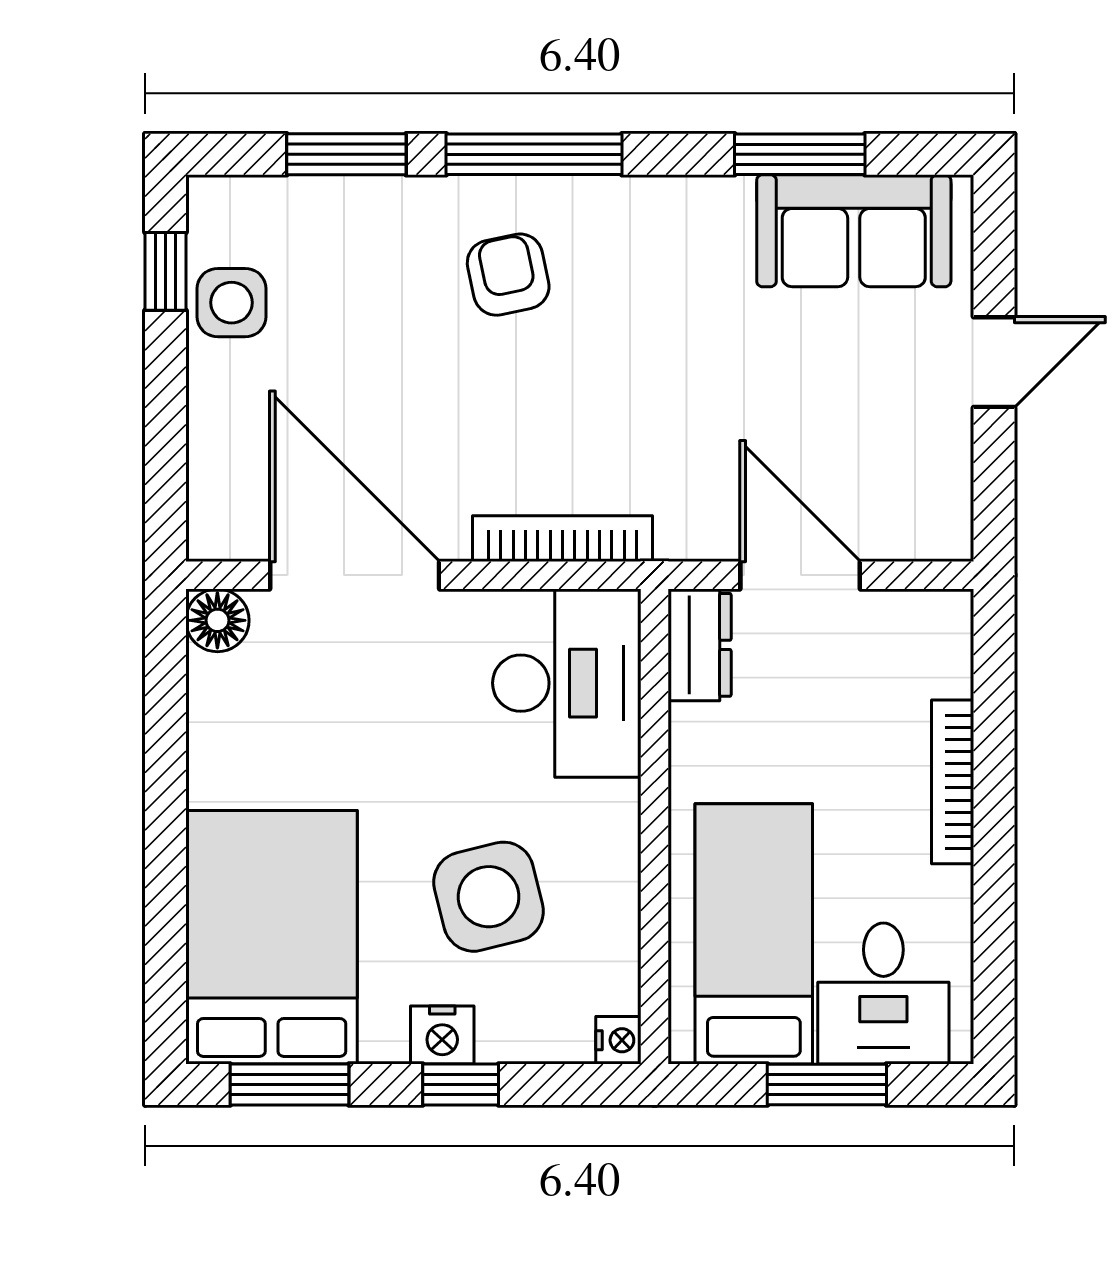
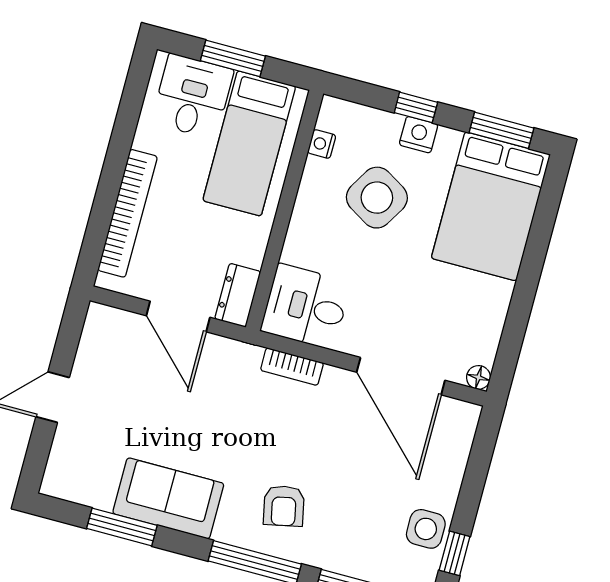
sofa: (854, 231) -> (168, 498), moved
bookcase: (563, 539) -> (292, 367), width x0.64
floor lamp: (217, 620) -> (478, 377), width x0.73, depth x0.73
desk: (567, 683) -> (306, 307), width x0.73
bookcase: (953, 782) -> (128, 213), width x1.48, depth x1.31
side table: (489, 897) -> (377, 198), turned 45
nightstand: (618, 1040) -> (322, 144), moved

